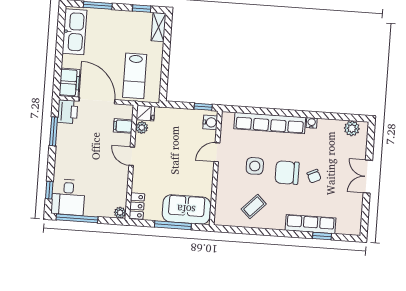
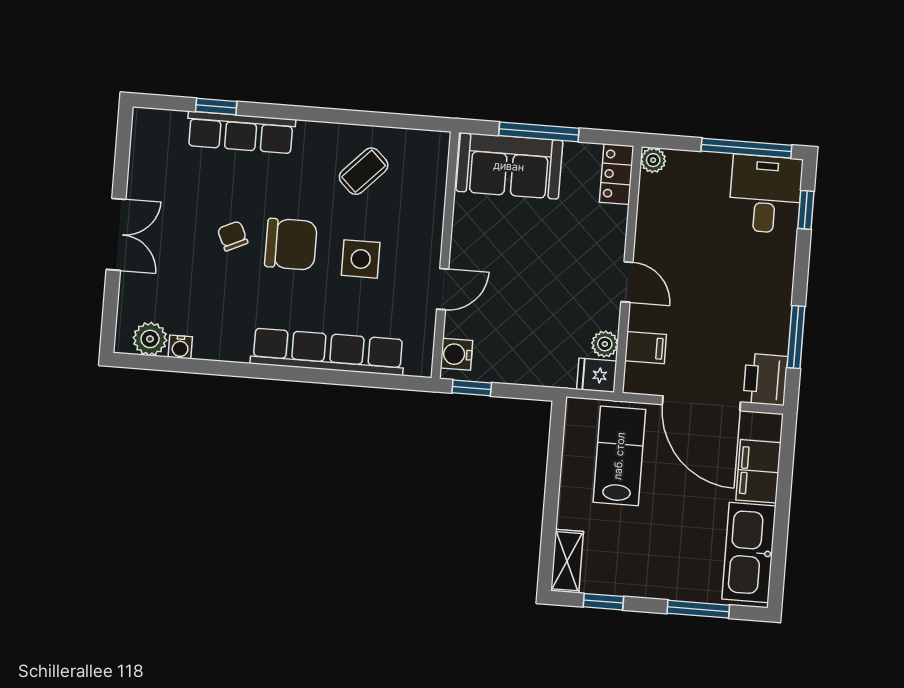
filing cabinet: (69, 83) -> (758, 471), moved
water cooler: (312, 123) -> (180, 347), moved

